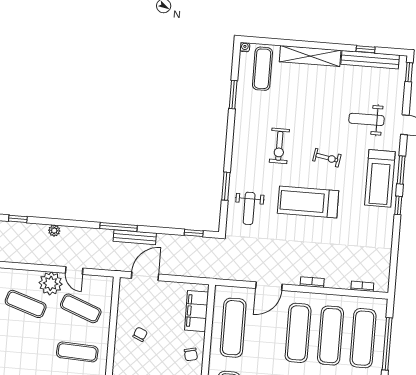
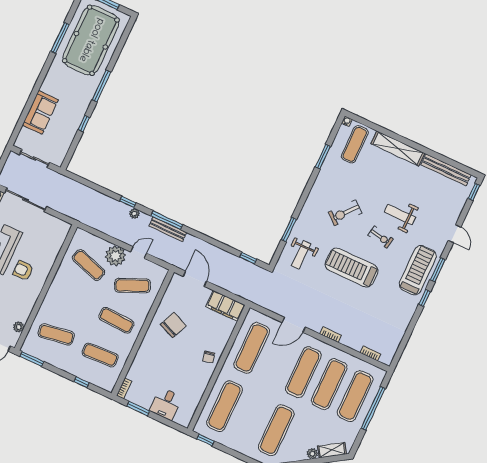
window: (366, 49) -> (445, 160), removed
weight bench: (366, 119) -> (400, 215), moved
exercise bike: (279, 146) -> (345, 213), turned 40
treadmill: (380, 178) -> (418, 270), turned 180
window: (18, 219) -> (128, 202), moved
window: (119, 227) -> (167, 220), moved
bench: (135, 237) -> (168, 229), moved
door: (74, 271) -> (139, 252), swing flipped
door: (145, 276) -> (195, 279), hinge flipped
exercise mat: (81, 308) -> (132, 286), turned -45
filing cabinet: (196, 311) -> (225, 306), moved, turned -90
chair: (140, 334) -> (173, 325), width x1.87, depth x1.87

